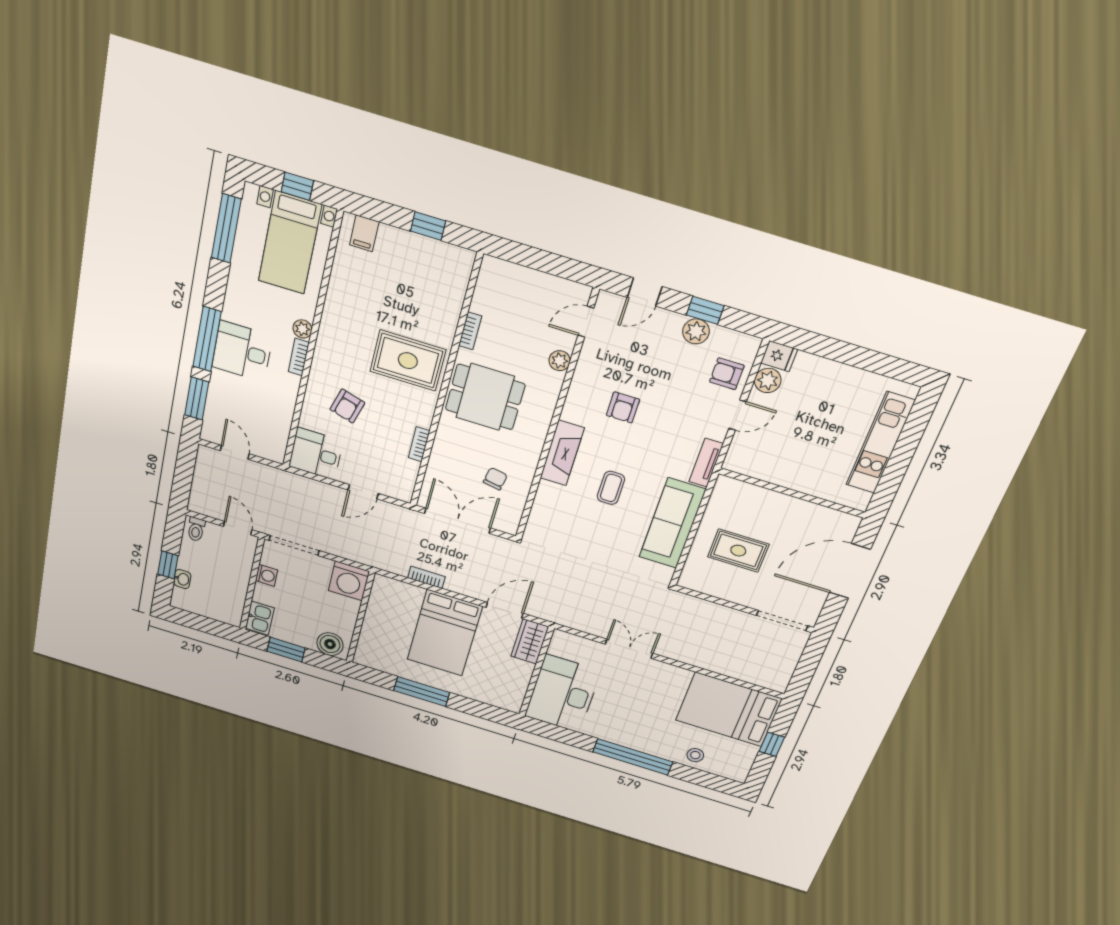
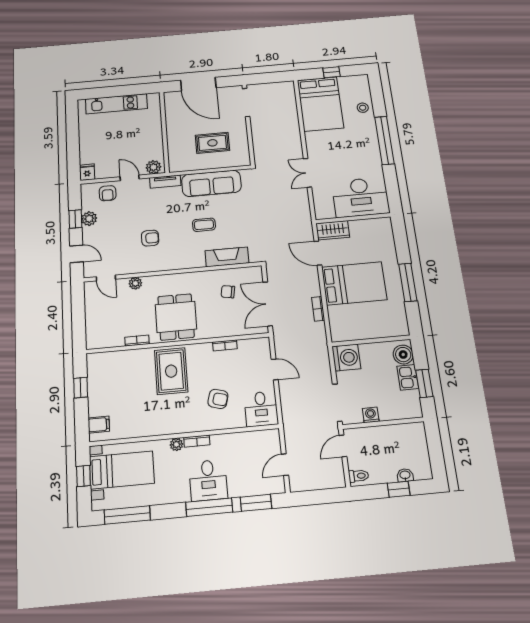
plant: (768, 380) -> (153, 167), moved
fireplace: (562, 453) -> (227, 257), moved
rug: (738, 551) -> (212, 143), turned 90
kitchen sink: (260, 618) -> (408, 377), moved, turned -90

